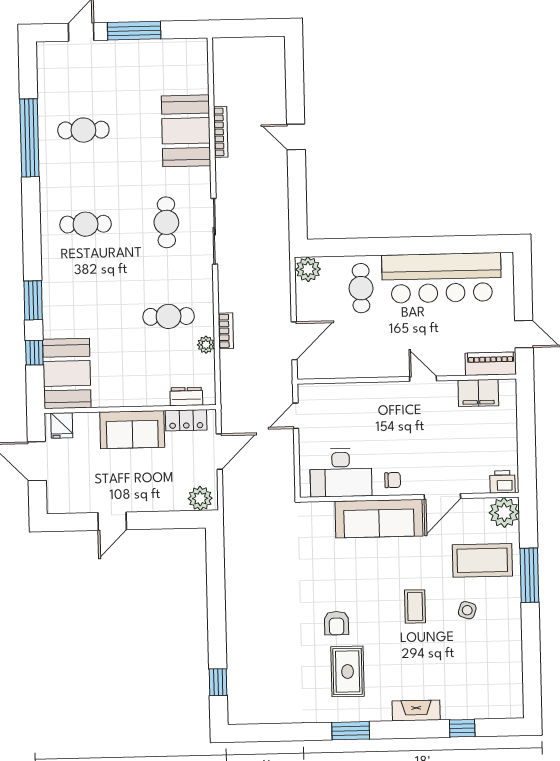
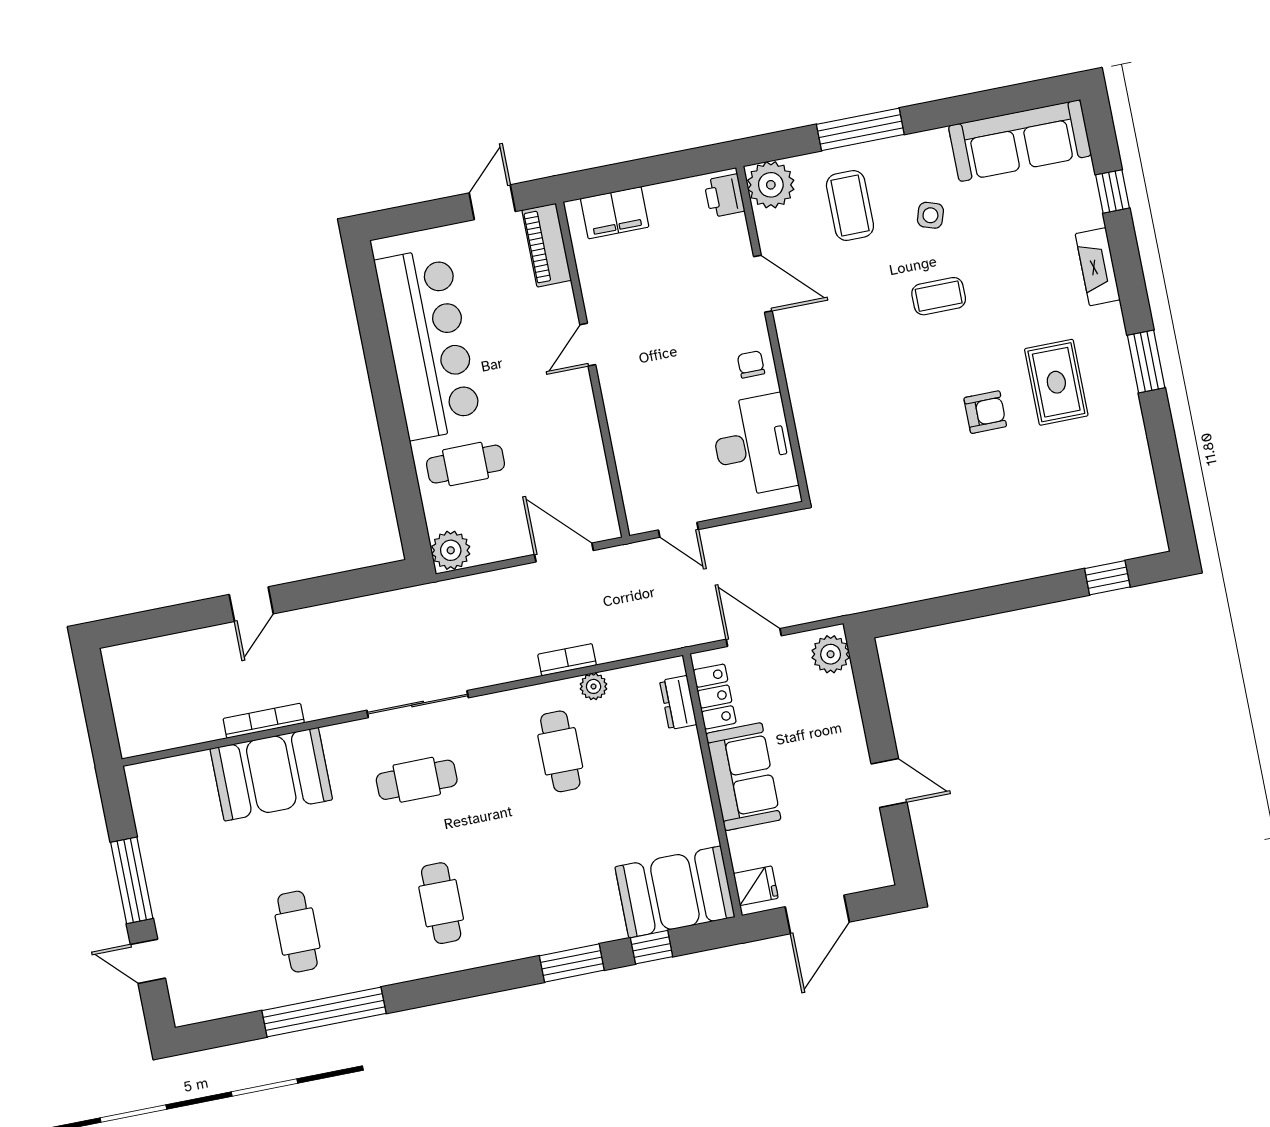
filing cabinet: (478, 393) -> (615, 213), moved, turned 90
sofa: (379, 519) -> (1020, 141), moved, turned 90
coffee table: (482, 560) -> (850, 206), width x0.73, depth x0.76
rug: (348, 671) -> (1056, 382), turned 90

